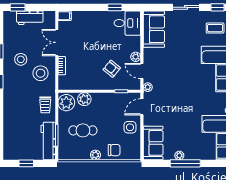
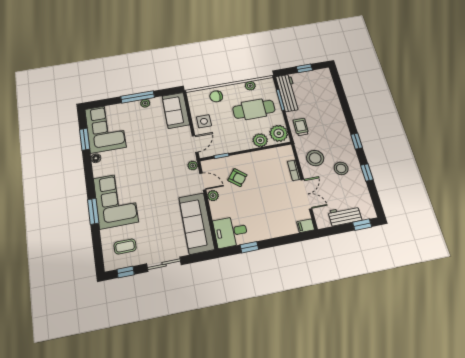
sofa: (154, 29) -> (197, 223), width x1.36
cafe table: (83, 130) -> (254, 109), width x1.37, depth x1.35
plant: (95, 155) -> (250, 86), moved

